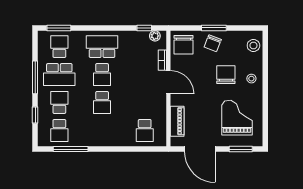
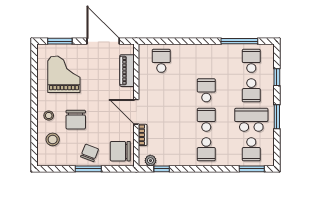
chair: (183, 45) -> (120, 151), turned -90
stool: (253, 46) -> (53, 139), moved
school desk: (102, 47) -> (206, 149), width x0.54
window: (35, 77) -> (277, 117), width x0.69
grand piano: (237, 118) -> (64, 74), turned 180

